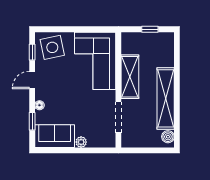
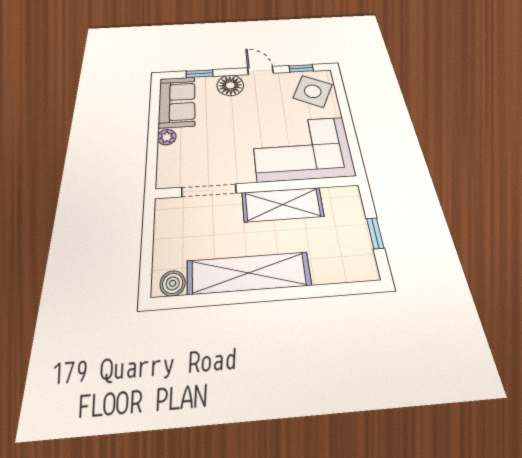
side table: (52, 47) -> (313, 91), turned 38
floor lamp: (39, 105) -> (230, 85), width x1.89, depth x1.89

